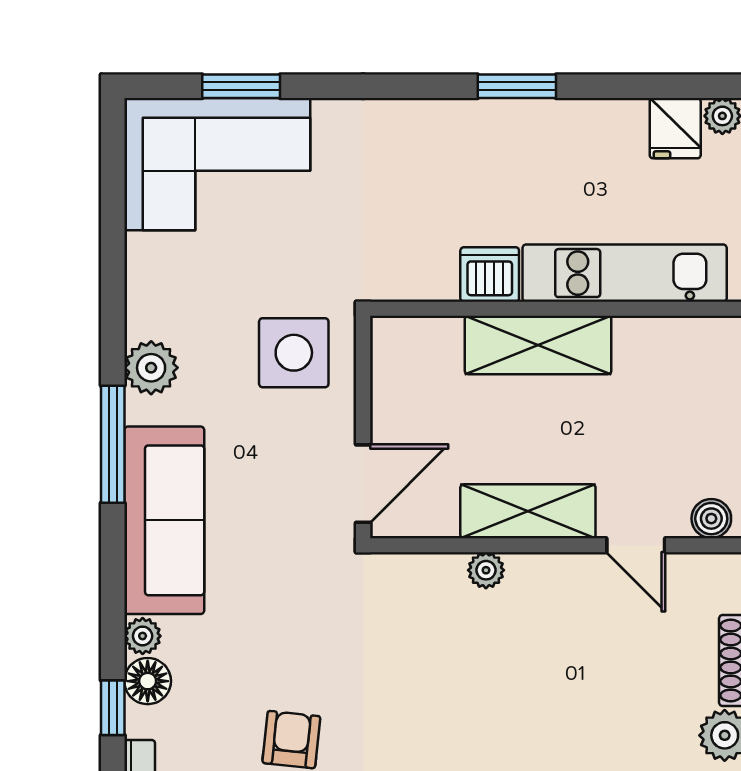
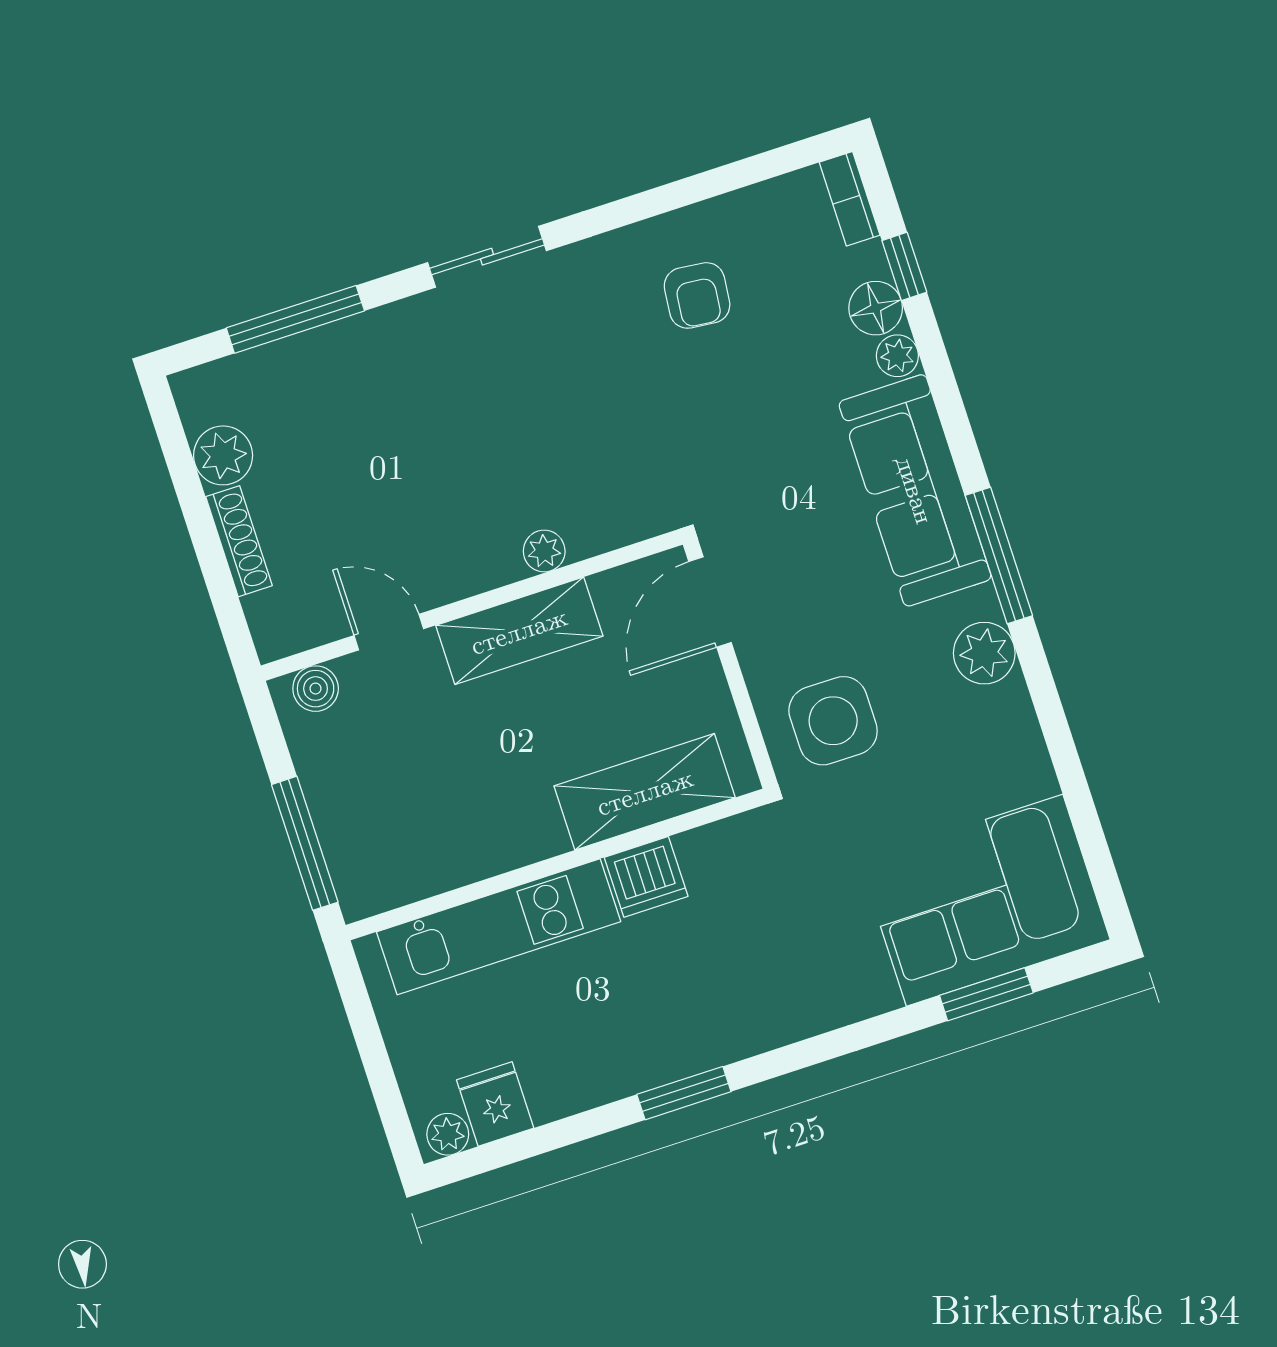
shelving: (538, 345) -> (645, 792), moved

